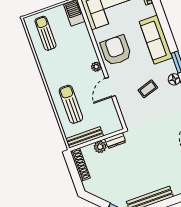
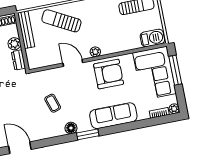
coffee table: (148, 89) -> (53, 103), moved
sun lounger: (71, 104) -> (61, 21), turned -152

